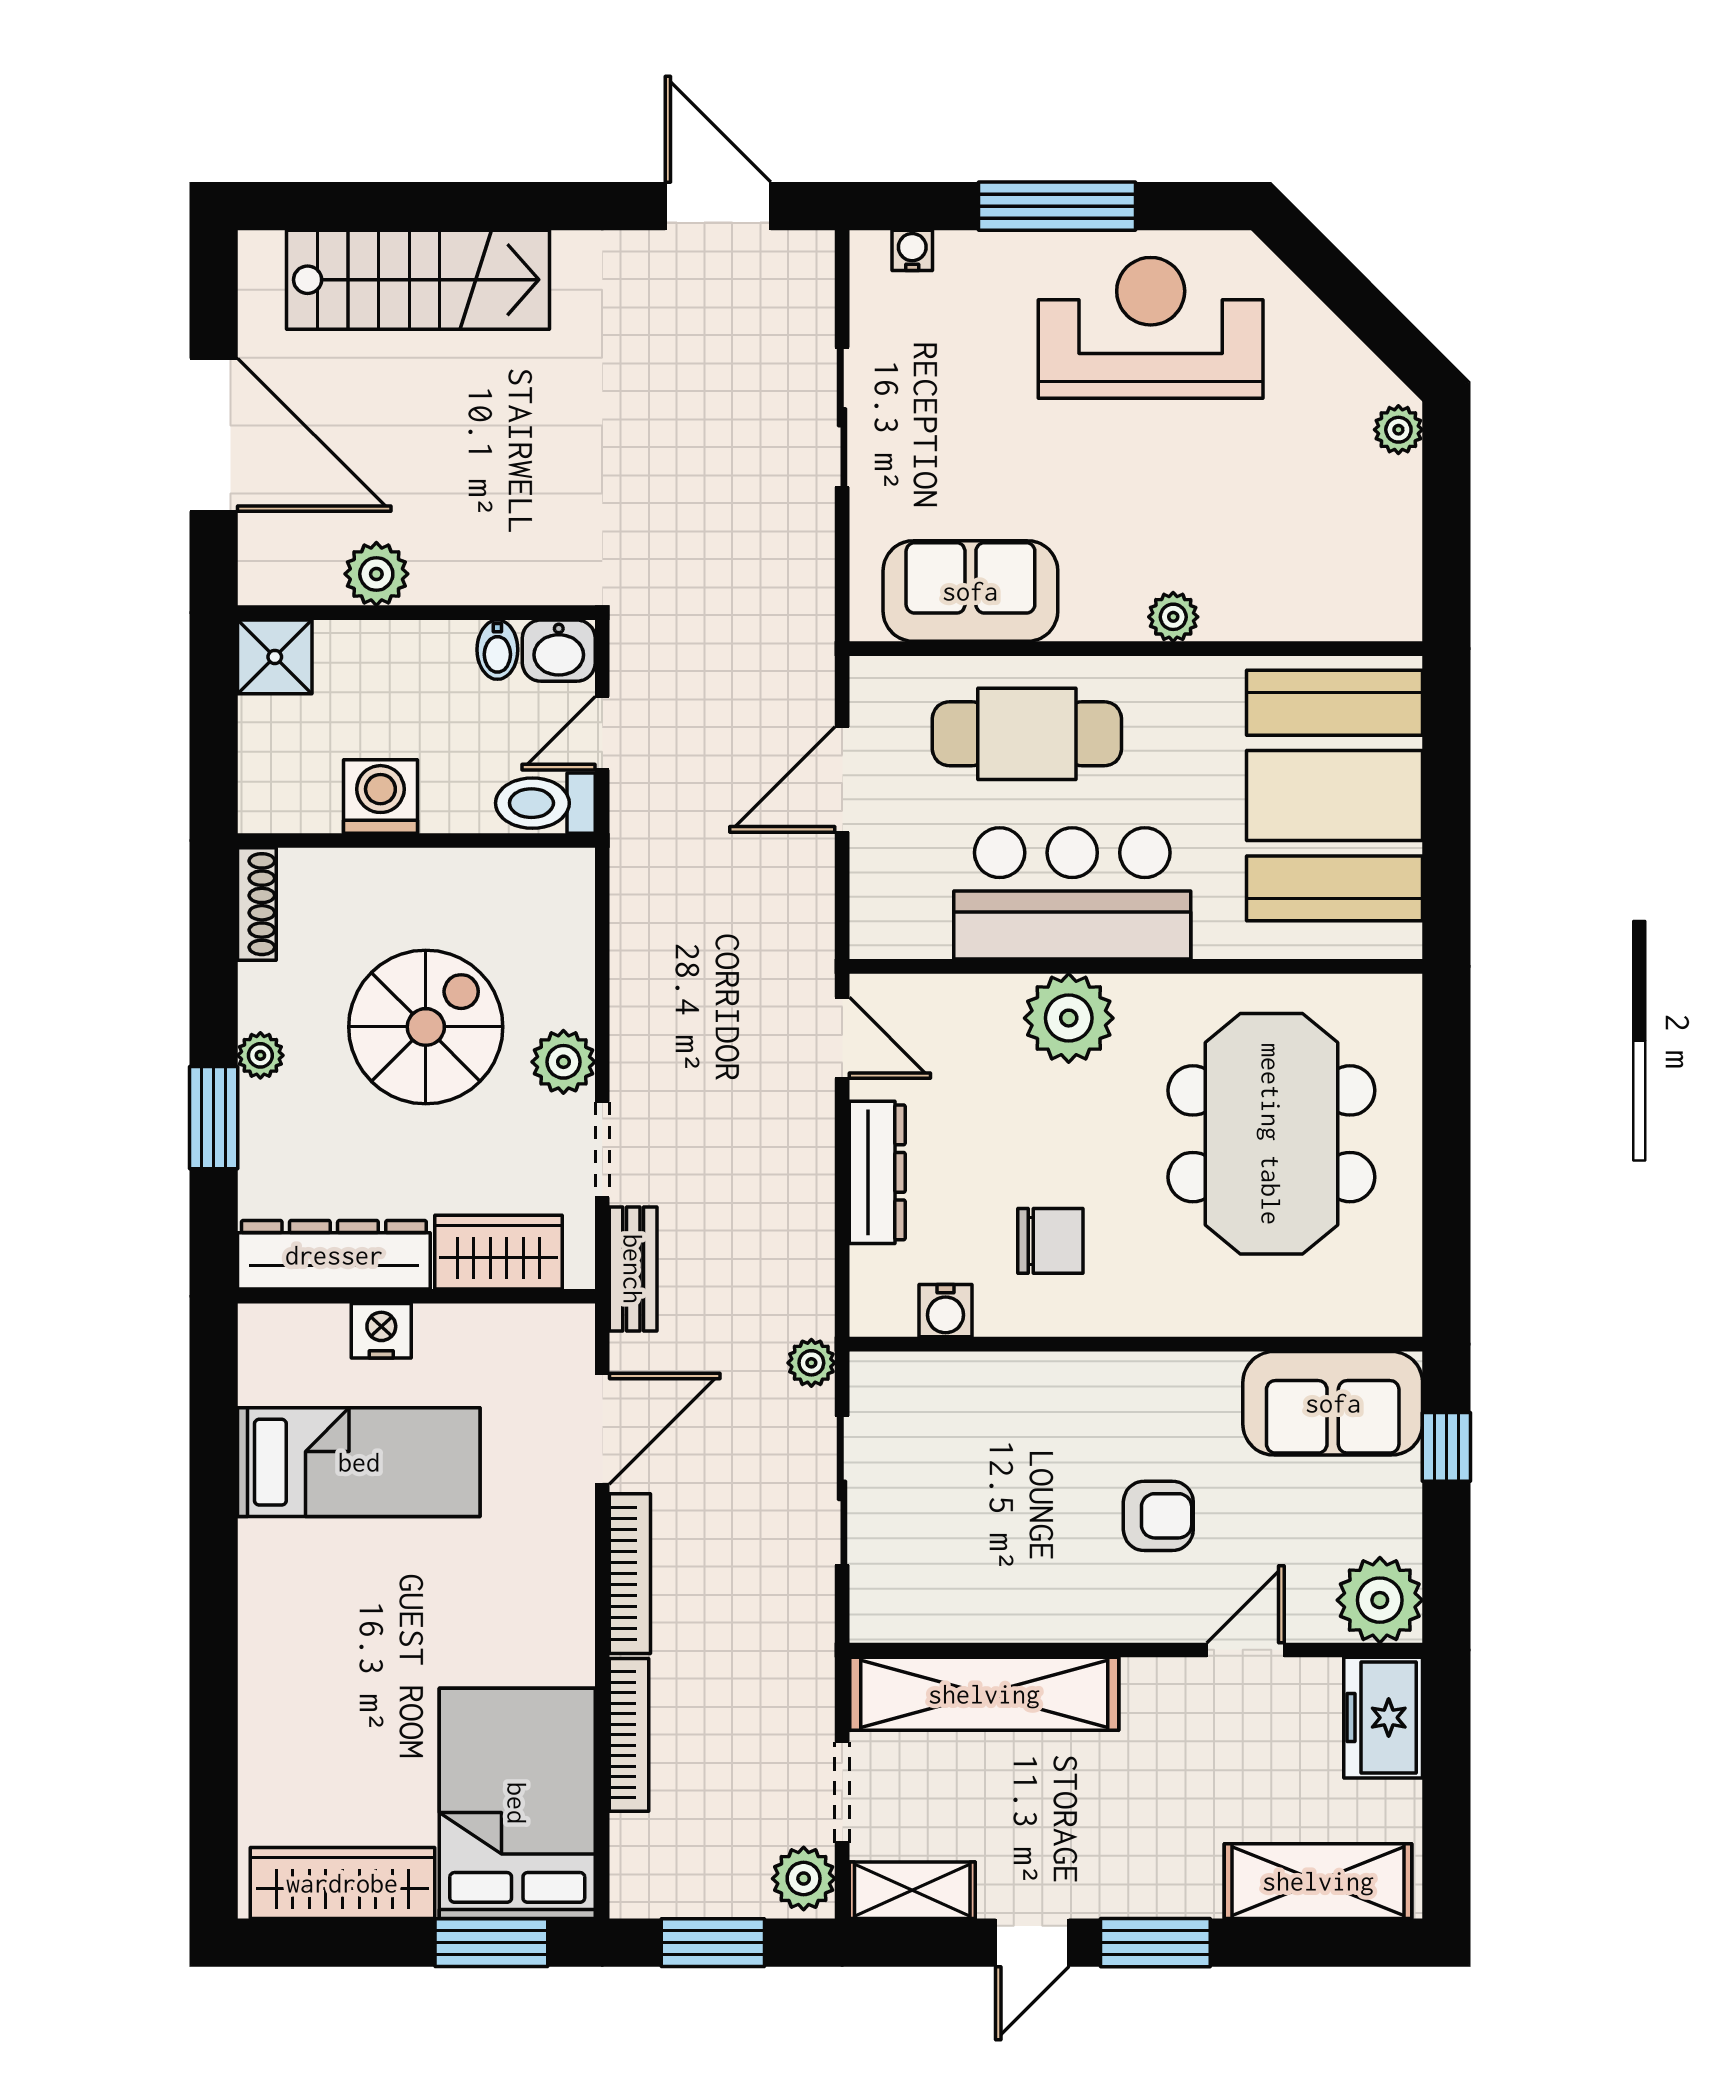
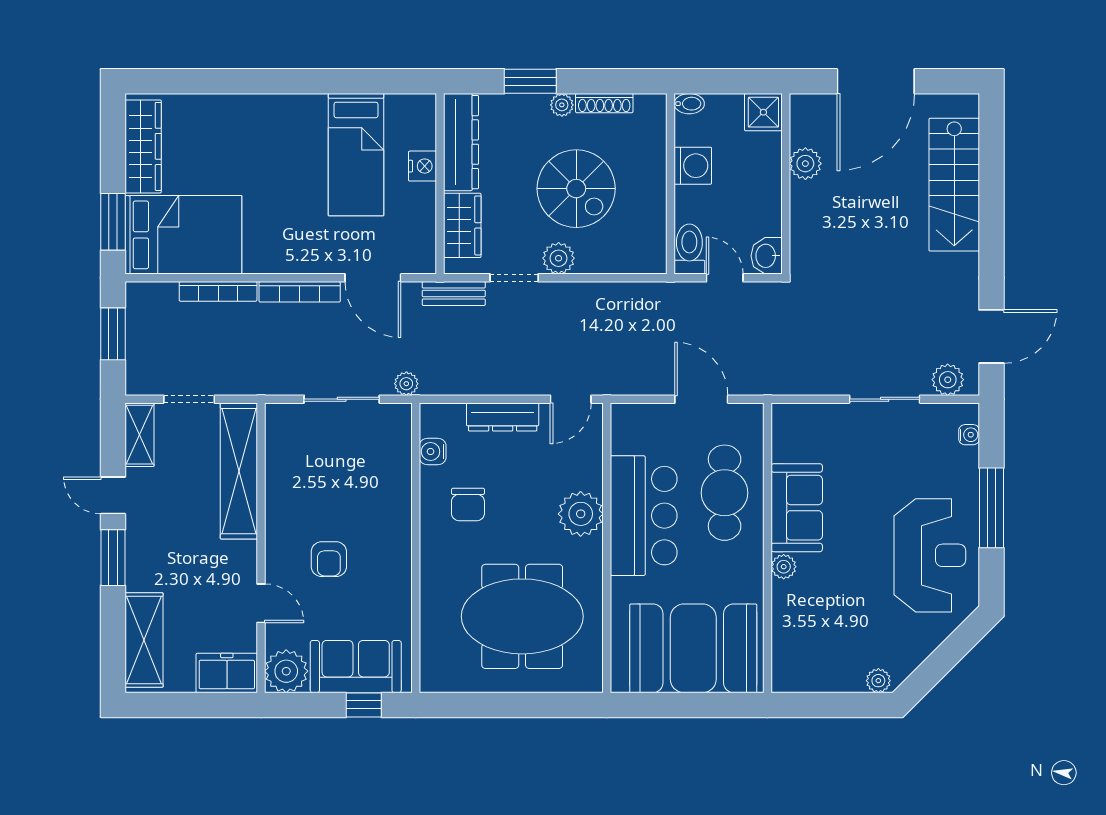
sofa: (970, 591) -> (797, 508), moved
bidet: (497, 650) -> (689, 104), moved, turned 180
shoe rack: (257, 904) -> (604, 103), moved
sofa: (1333, 1403) -> (356, 667), moved, turned 90
plant: (804, 1879) -> (948, 380), moved

